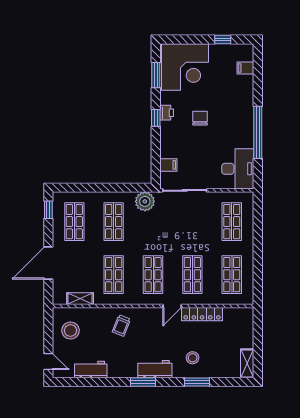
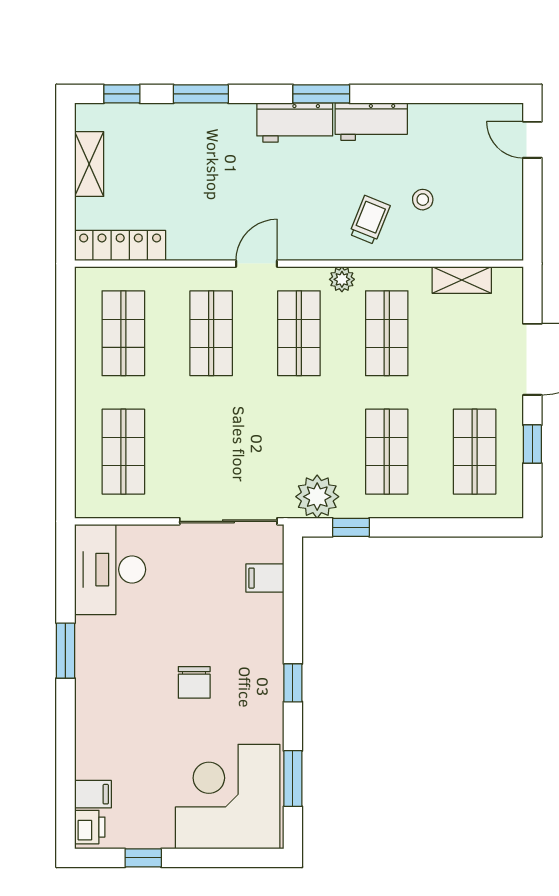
printer: (167, 113) -> (90, 827), moved, turned 180
window: (258, 132) -> (65, 651), width x0.47
window: (130, 188) -> (351, 527), added
window: (48, 210) -> (532, 444), moved
plant: (134, 299) -> (342, 279), added
locker: (202, 314) -> (120, 246), moved
stool: (70, 331) -> (423, 200), moved, width x0.53, depth x0.53
stool: (193, 358) -> (211, 148), removed
shelving: (247, 363) -> (89, 164), moved
workbench: (91, 370) -> (371, 122), moved
window: (232, 382) -> (122, 94), added

